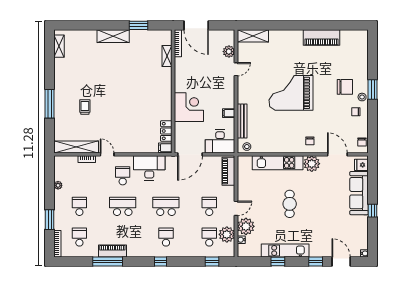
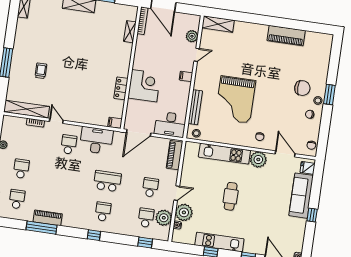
grand piano: (291, 93) -> (235, 100), moved, turned -90
filing cabinet: (229, 113) -> (186, 76), moved
locker: (166, 131) -> (121, 88), moved
school desk: (123, 206) -> (64, 175), removed

